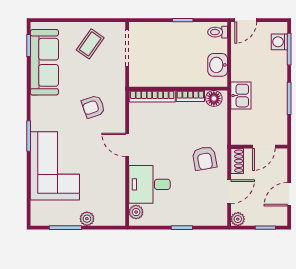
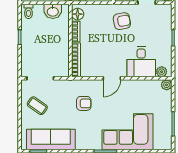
armchair: (93, 107) -> (84, 103), turned -71
plant: (87, 219) -> (167, 85), moved

